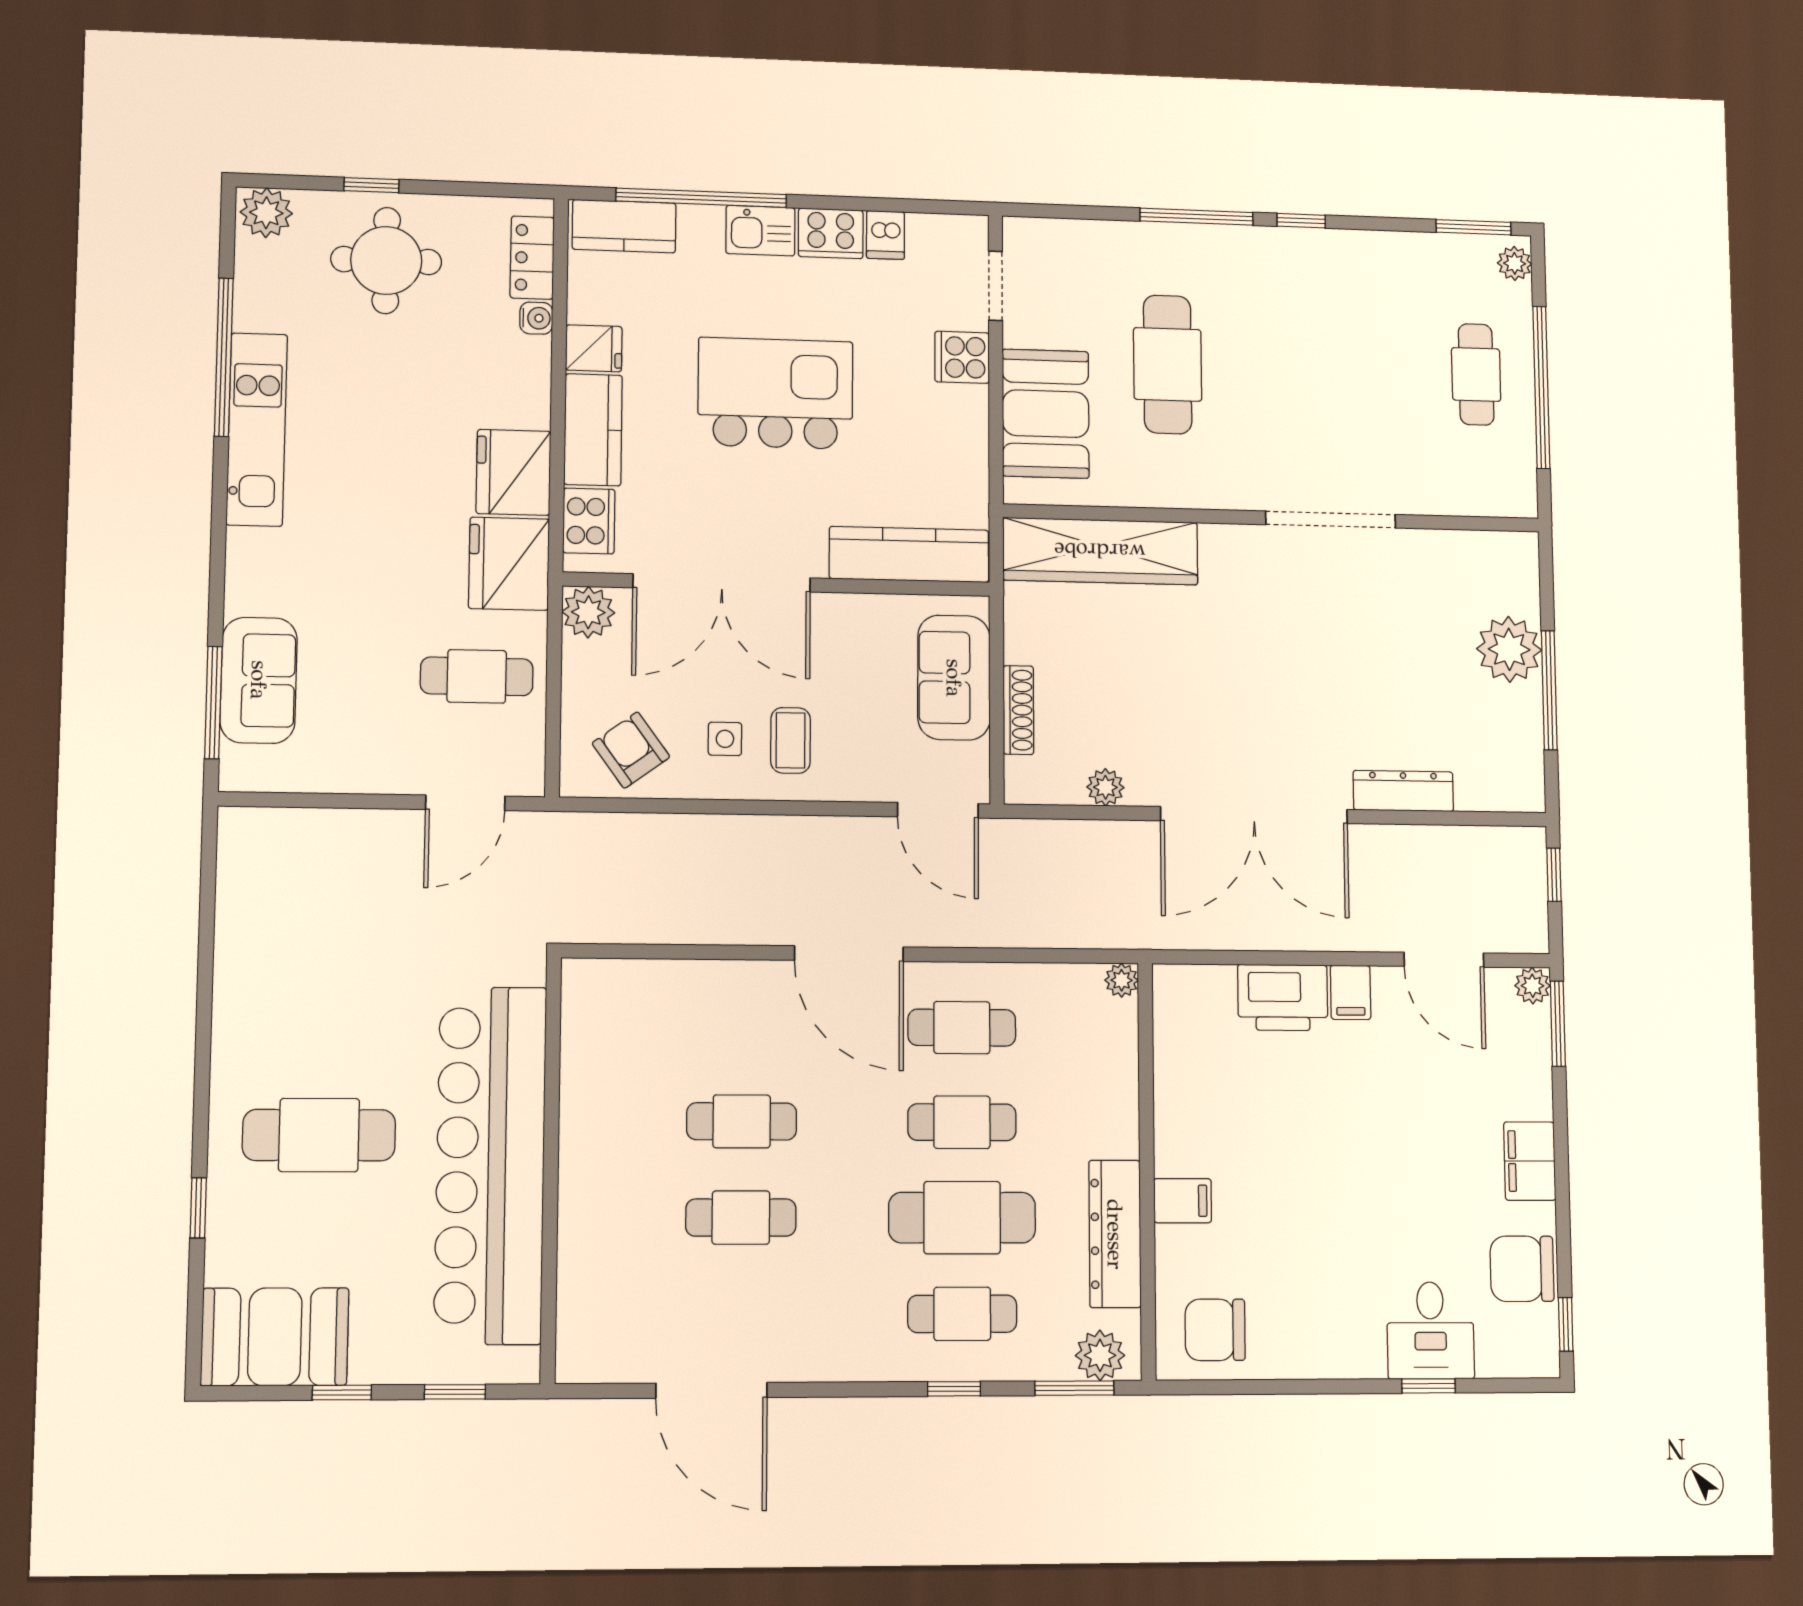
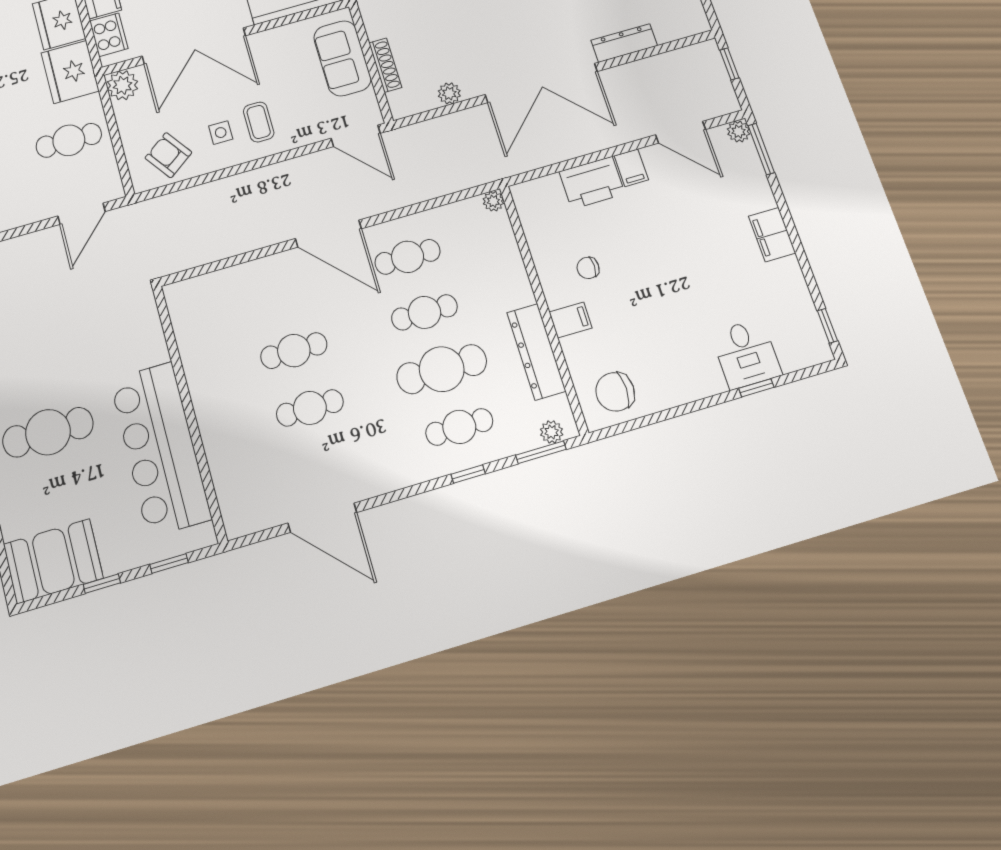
bar counter: (490, 1165) -> (160, 449), width x0.73
chair: (1522, 1269) -> (588, 268), moved, width x0.54, depth x0.54
plant: (1100, 1355) -> (552, 432), width x0.73, depth x0.73

